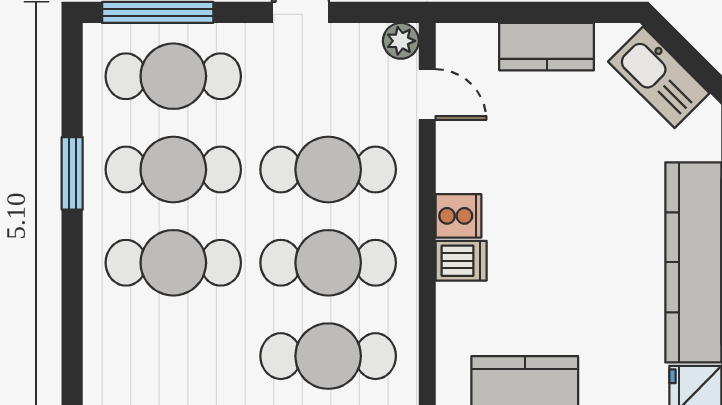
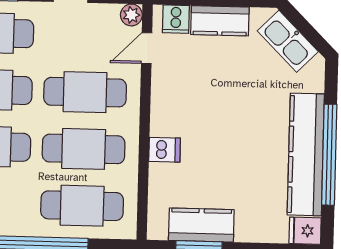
door: (427, 95) -> (147, 48), swing flipped
cooker: (458, 216) -> (176, 19), moved, turned 90

